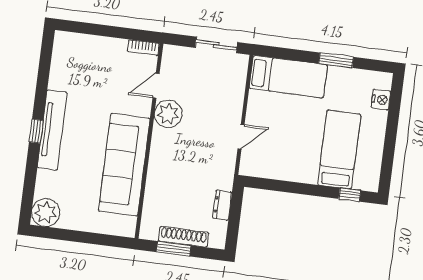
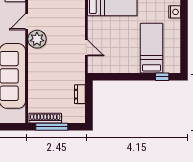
door: (241, 137) -> (86, 48), hinge flipped
shoe rack: (184, 237) -> (45, 118), moved
window: (174, 249) -> (52, 127), width x1.44

